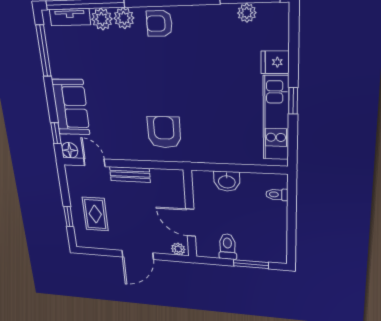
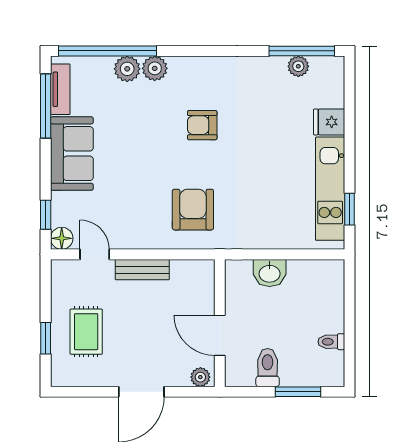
tv unit: (70, 17) -> (60, 89), moved, turned -90
armchair: (159, 24) -> (202, 125), moved
window: (293, 101) -> (350, 209), moved
sofa: (71, 107) -> (72, 154), moved
toilet: (277, 195) -> (331, 342), moved

